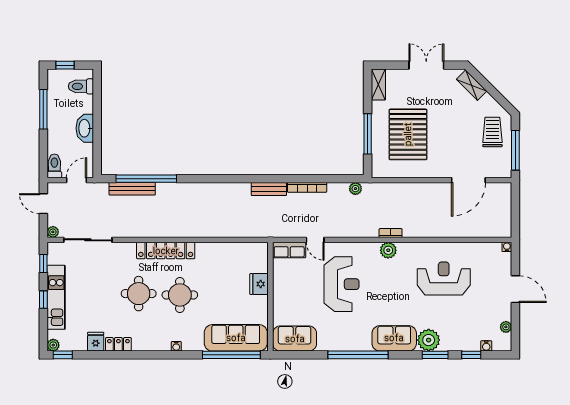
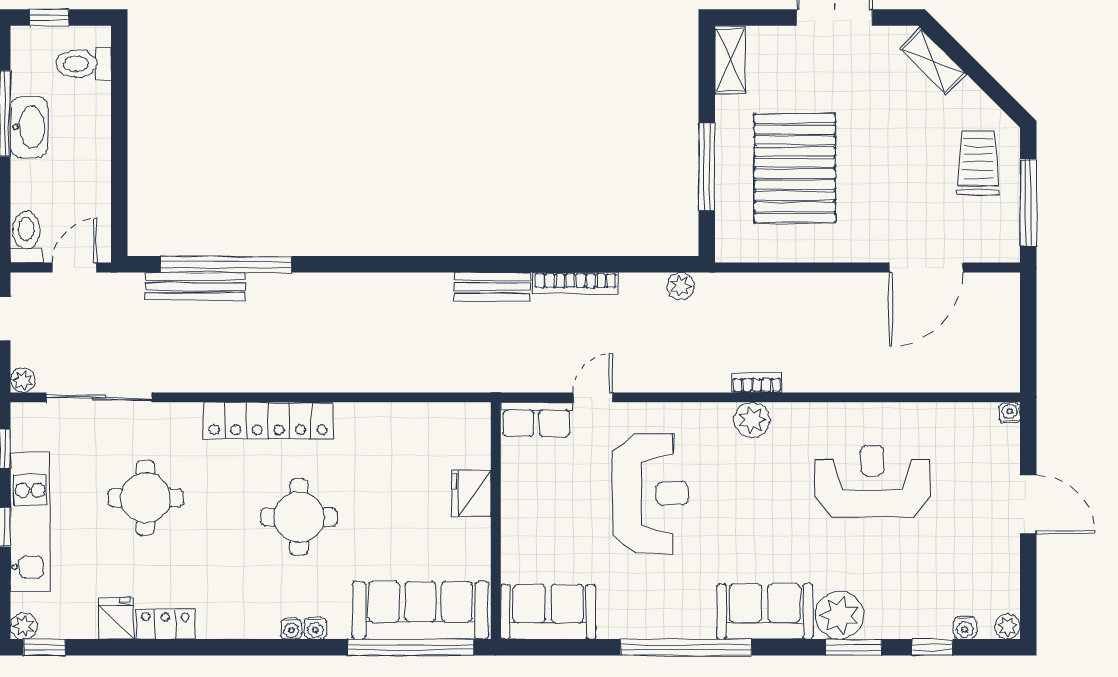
washbasin: (85, 128) -> (29, 127), moved, turned 180
door: (315, 240) -> (593, 397), swing flipped
round table: (139, 294) -> (145, 498), moved
plant: (506, 327) -> (1008, 627), moved
water cooler: (187, 346) -> (315, 628), added

